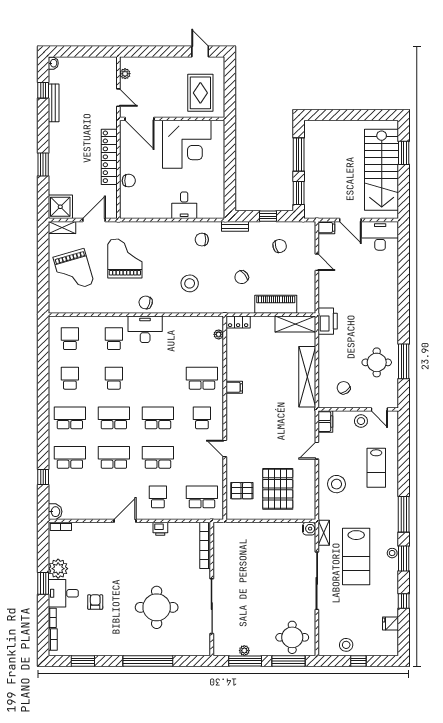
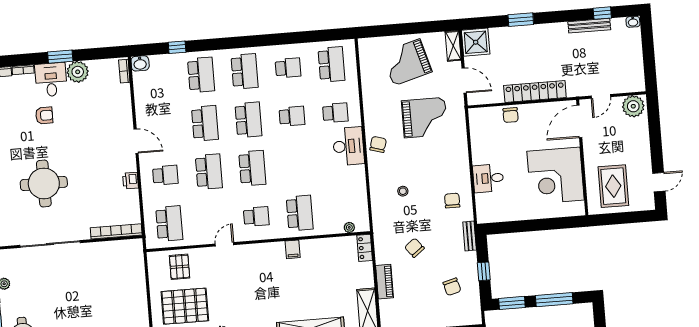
plant: (125, 74) -> (633, 106), width x1.88, depth x1.88
rug: (200, 93) -> (613, 186), turned 90
stool: (190, 283) -> (403, 191), width x0.53, depth x0.53
piano: (276, 304) -> (385, 282), width x0.73, depth x0.75
school desk: (70, 339) -> (331, 64), width x1.85

